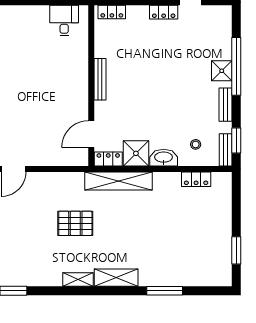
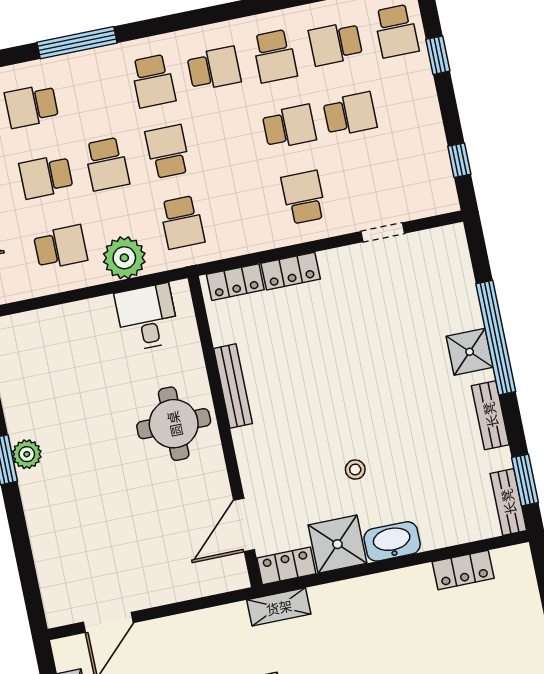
locker: (164, 12) -> (291, 271), moved
round table: (67, 76) -> (174, 424), added
bench: (100, 79) -> (233, 386), moved
stool: (196, 144) -> (355, 470), moved
shelving: (119, 181) -> (279, 607), width x0.45, depth x0.75

